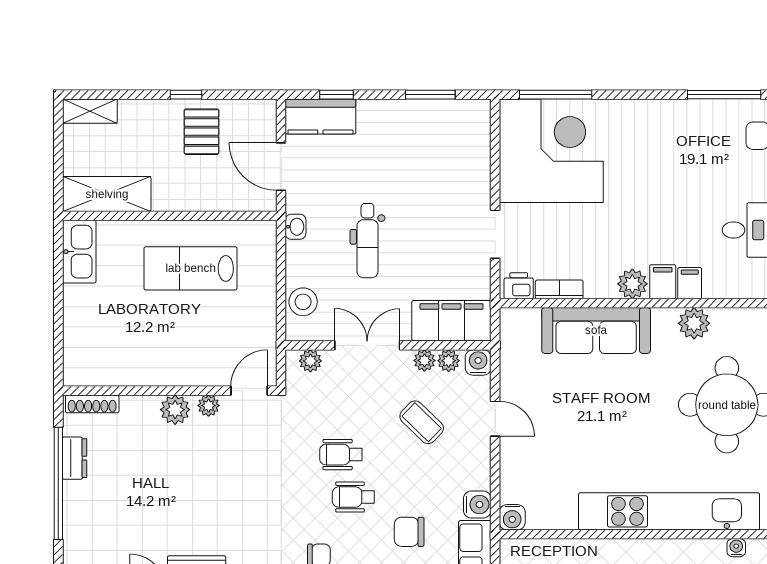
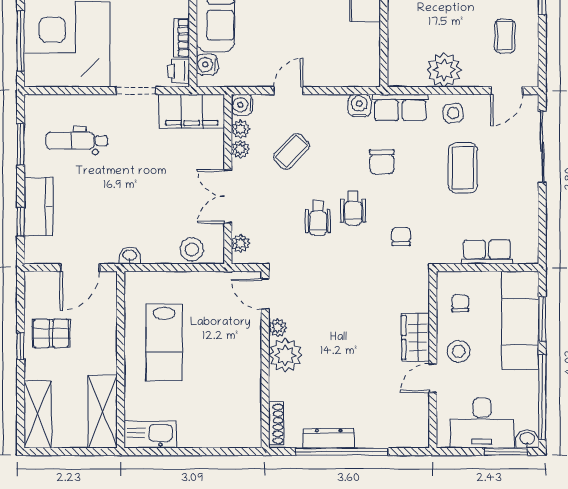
shelving: (90, 111) -> (38, 414), width x1.50, depth x1.33
kitchen counter: (320, 116) -> (39, 207), moved
dental chair: (367, 241) -> (77, 141), moved, turned 180
filing cabinet: (451, 321) -> (192, 111), moved, turned -90
plant: (175, 410) -> (285, 355), width x1.36, depth x1.36
dresser: (75, 458) -> (329, 438), width x1.44
water cooler: (512, 517) -> (207, 65), moved, turned 180

